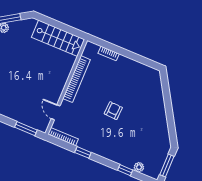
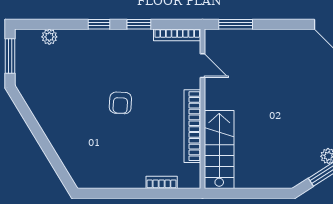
stairs: (58, 38) -> (219, 149), moved, turned 90
window: (125, 170) -> (99, 24), moved

